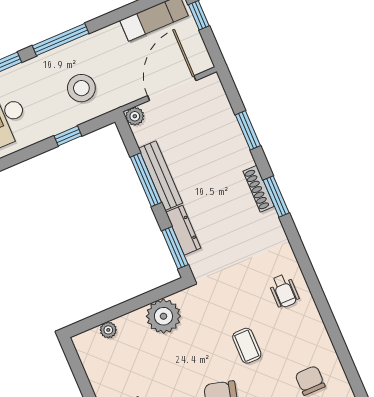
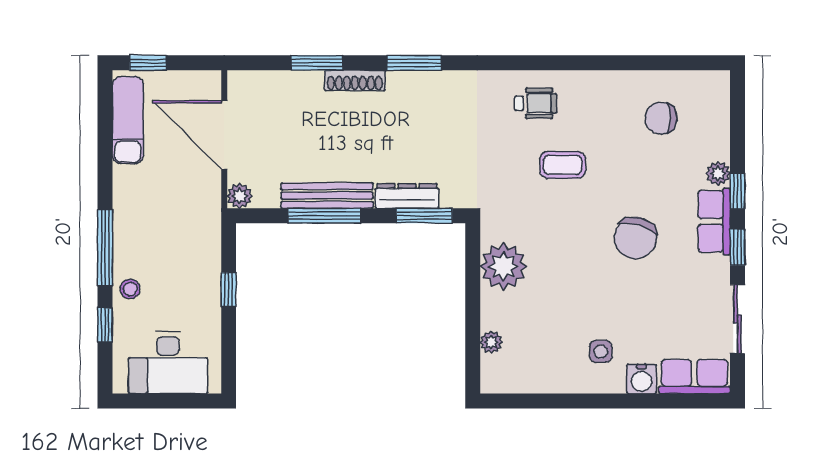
stool: (81, 88) -> (130, 289), moved, width x0.53, depth x0.53
shoe rack: (259, 189) -> (355, 80), moved
coffee table: (247, 346) -> (563, 165), moved

